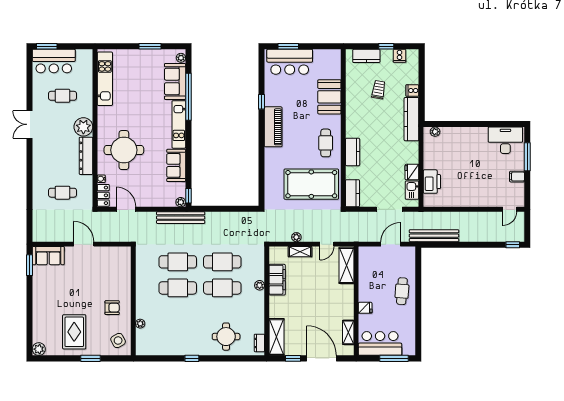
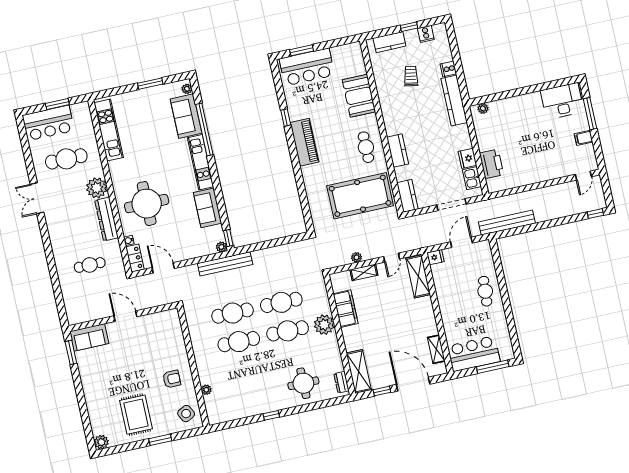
window: (47, 46) -> (57, 104), moved
cafe table: (63, 96) -> (66, 159), width x1.37, depth x1.35
plant: (260, 285) -> (324, 325), width x1.88, depth x1.88
fridge: (365, 308) -> (435, 257), moved

